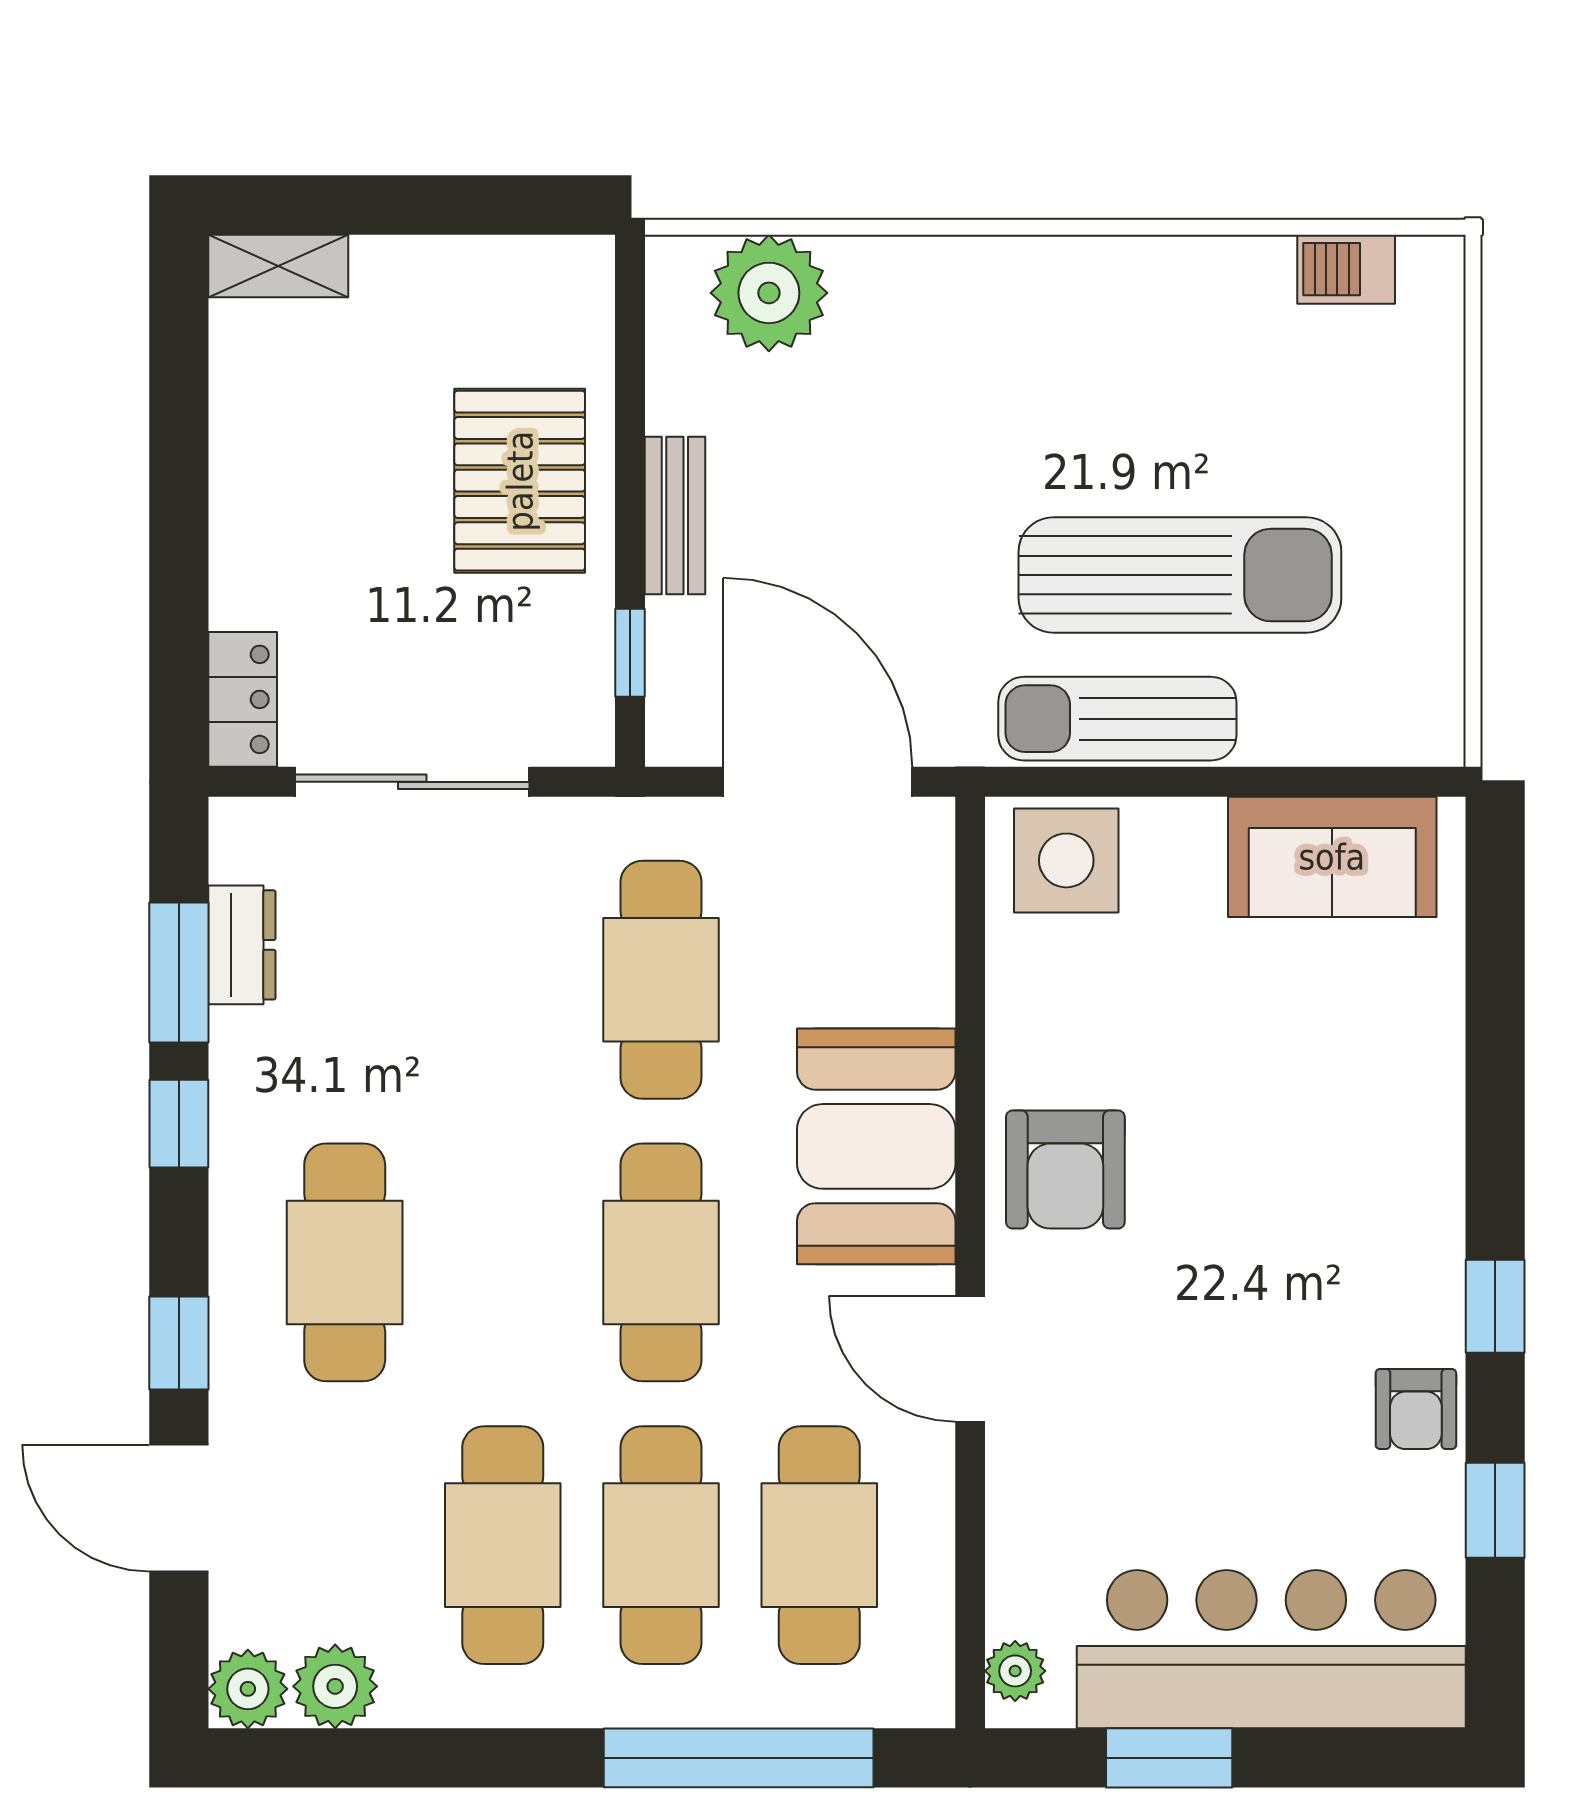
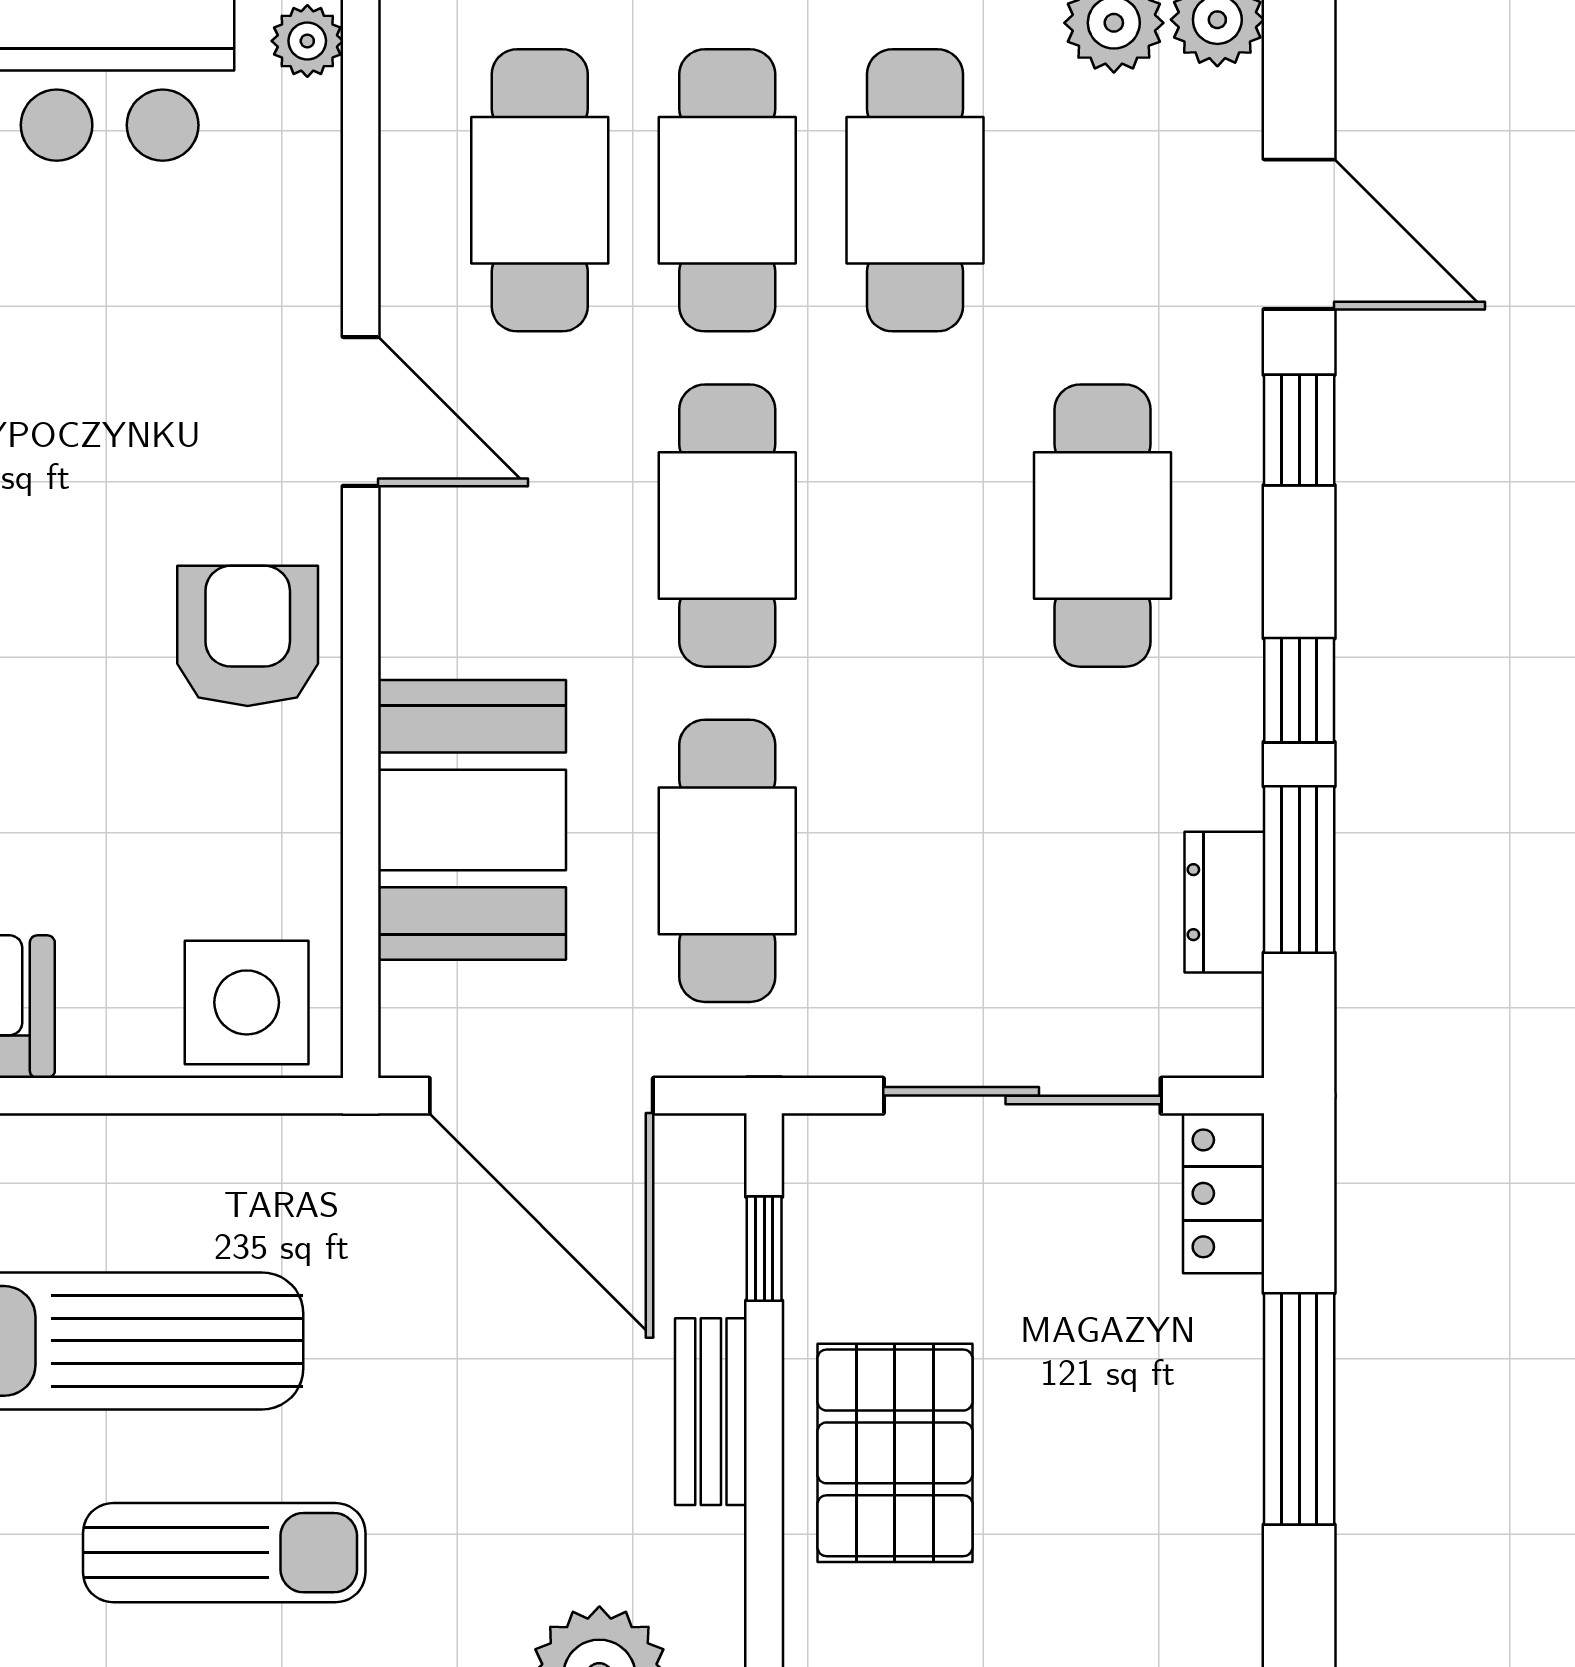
window: (179, 518) -> (1299, 1409), added
sun lounger: (1117, 719) -> (224, 1553), moved
booth: (876, 1146) -> (472, 820), moved

